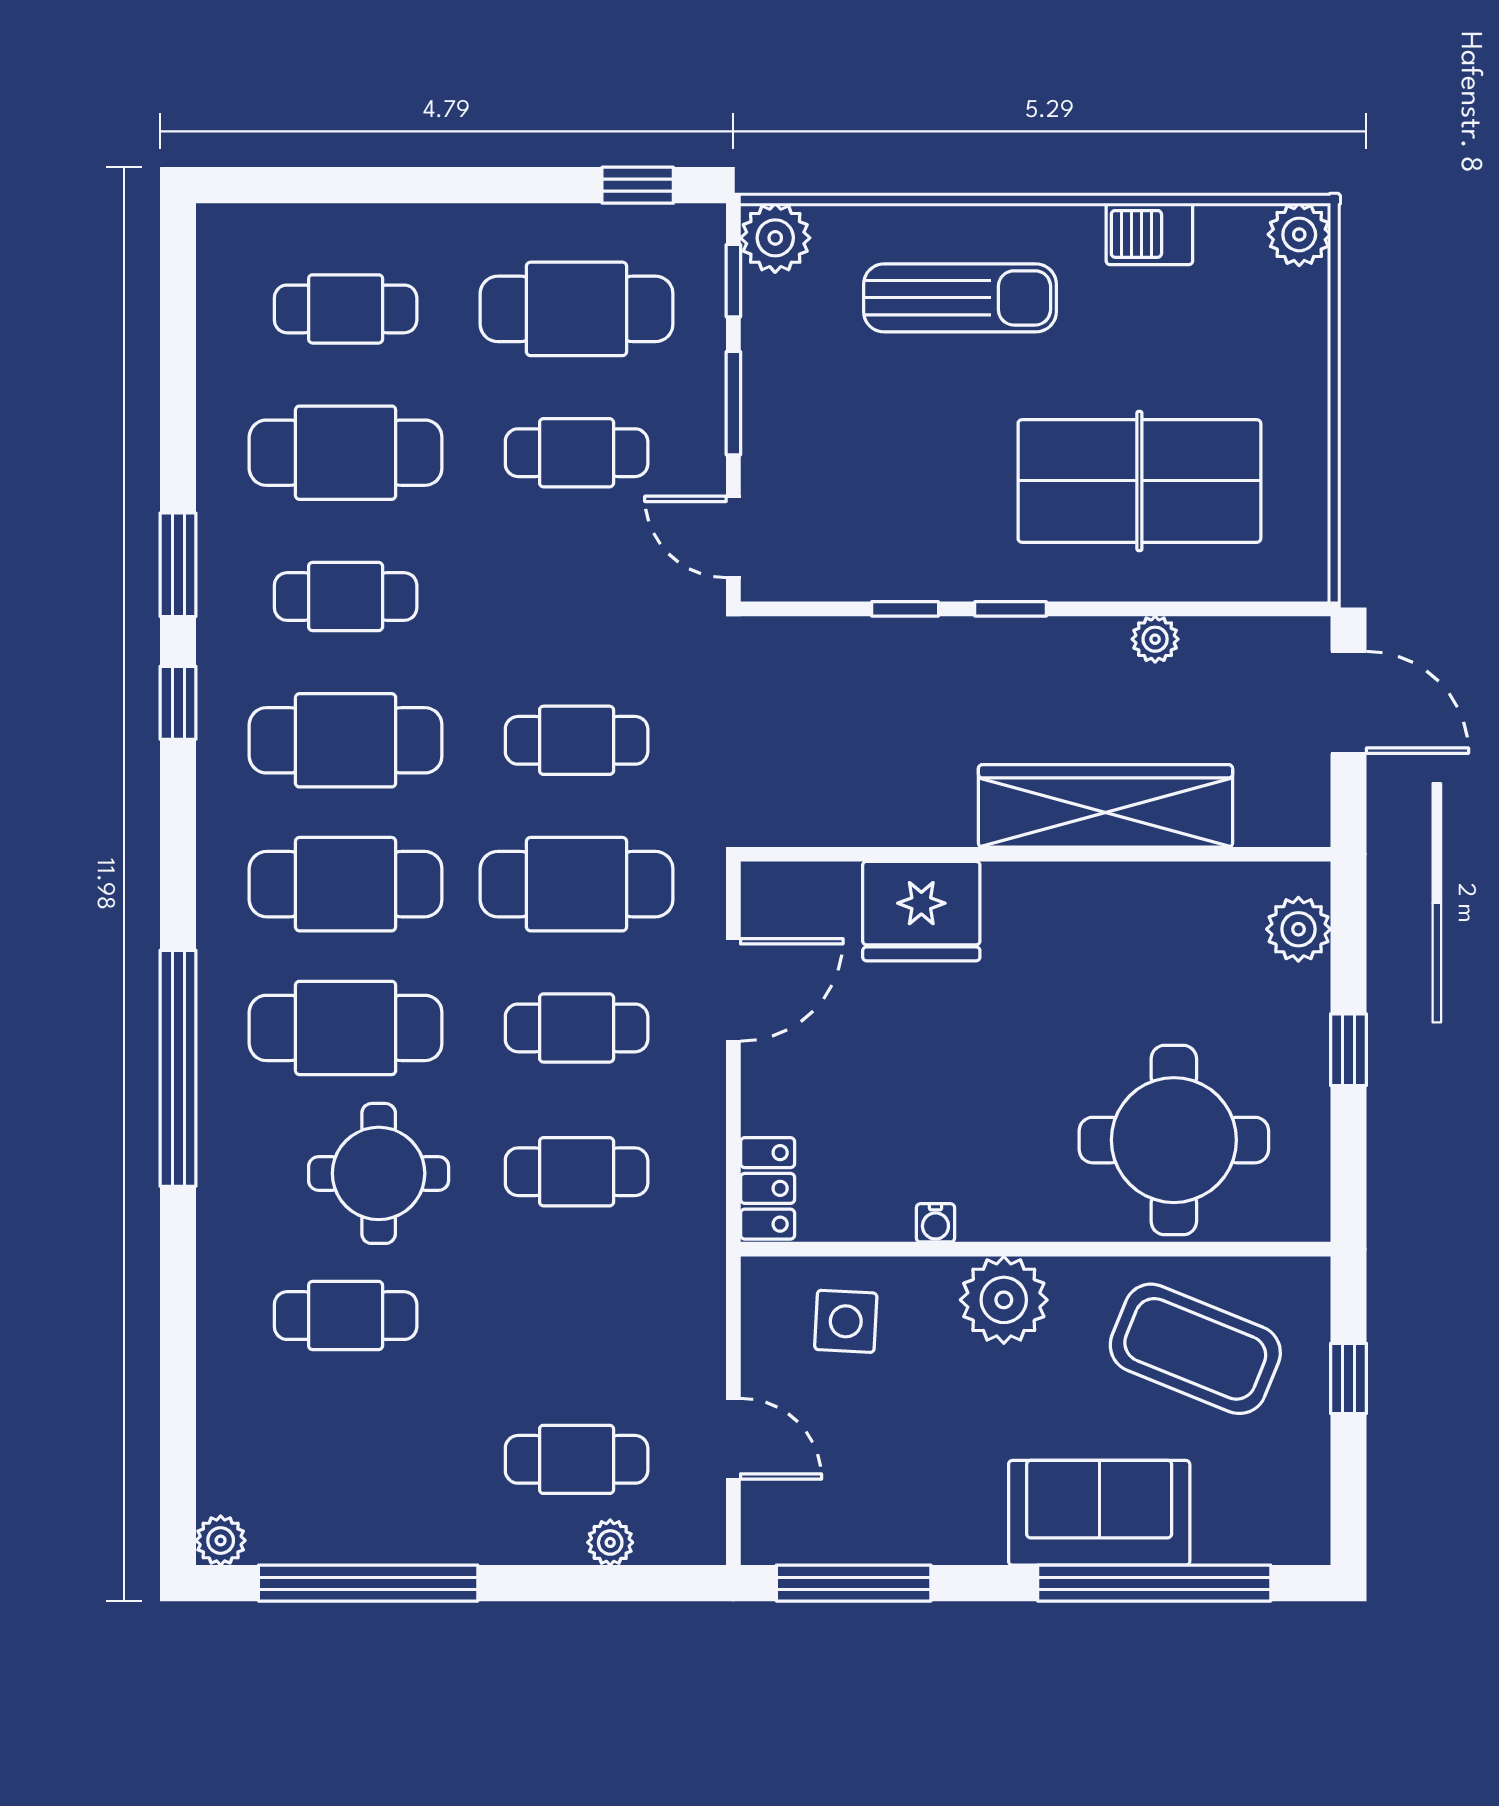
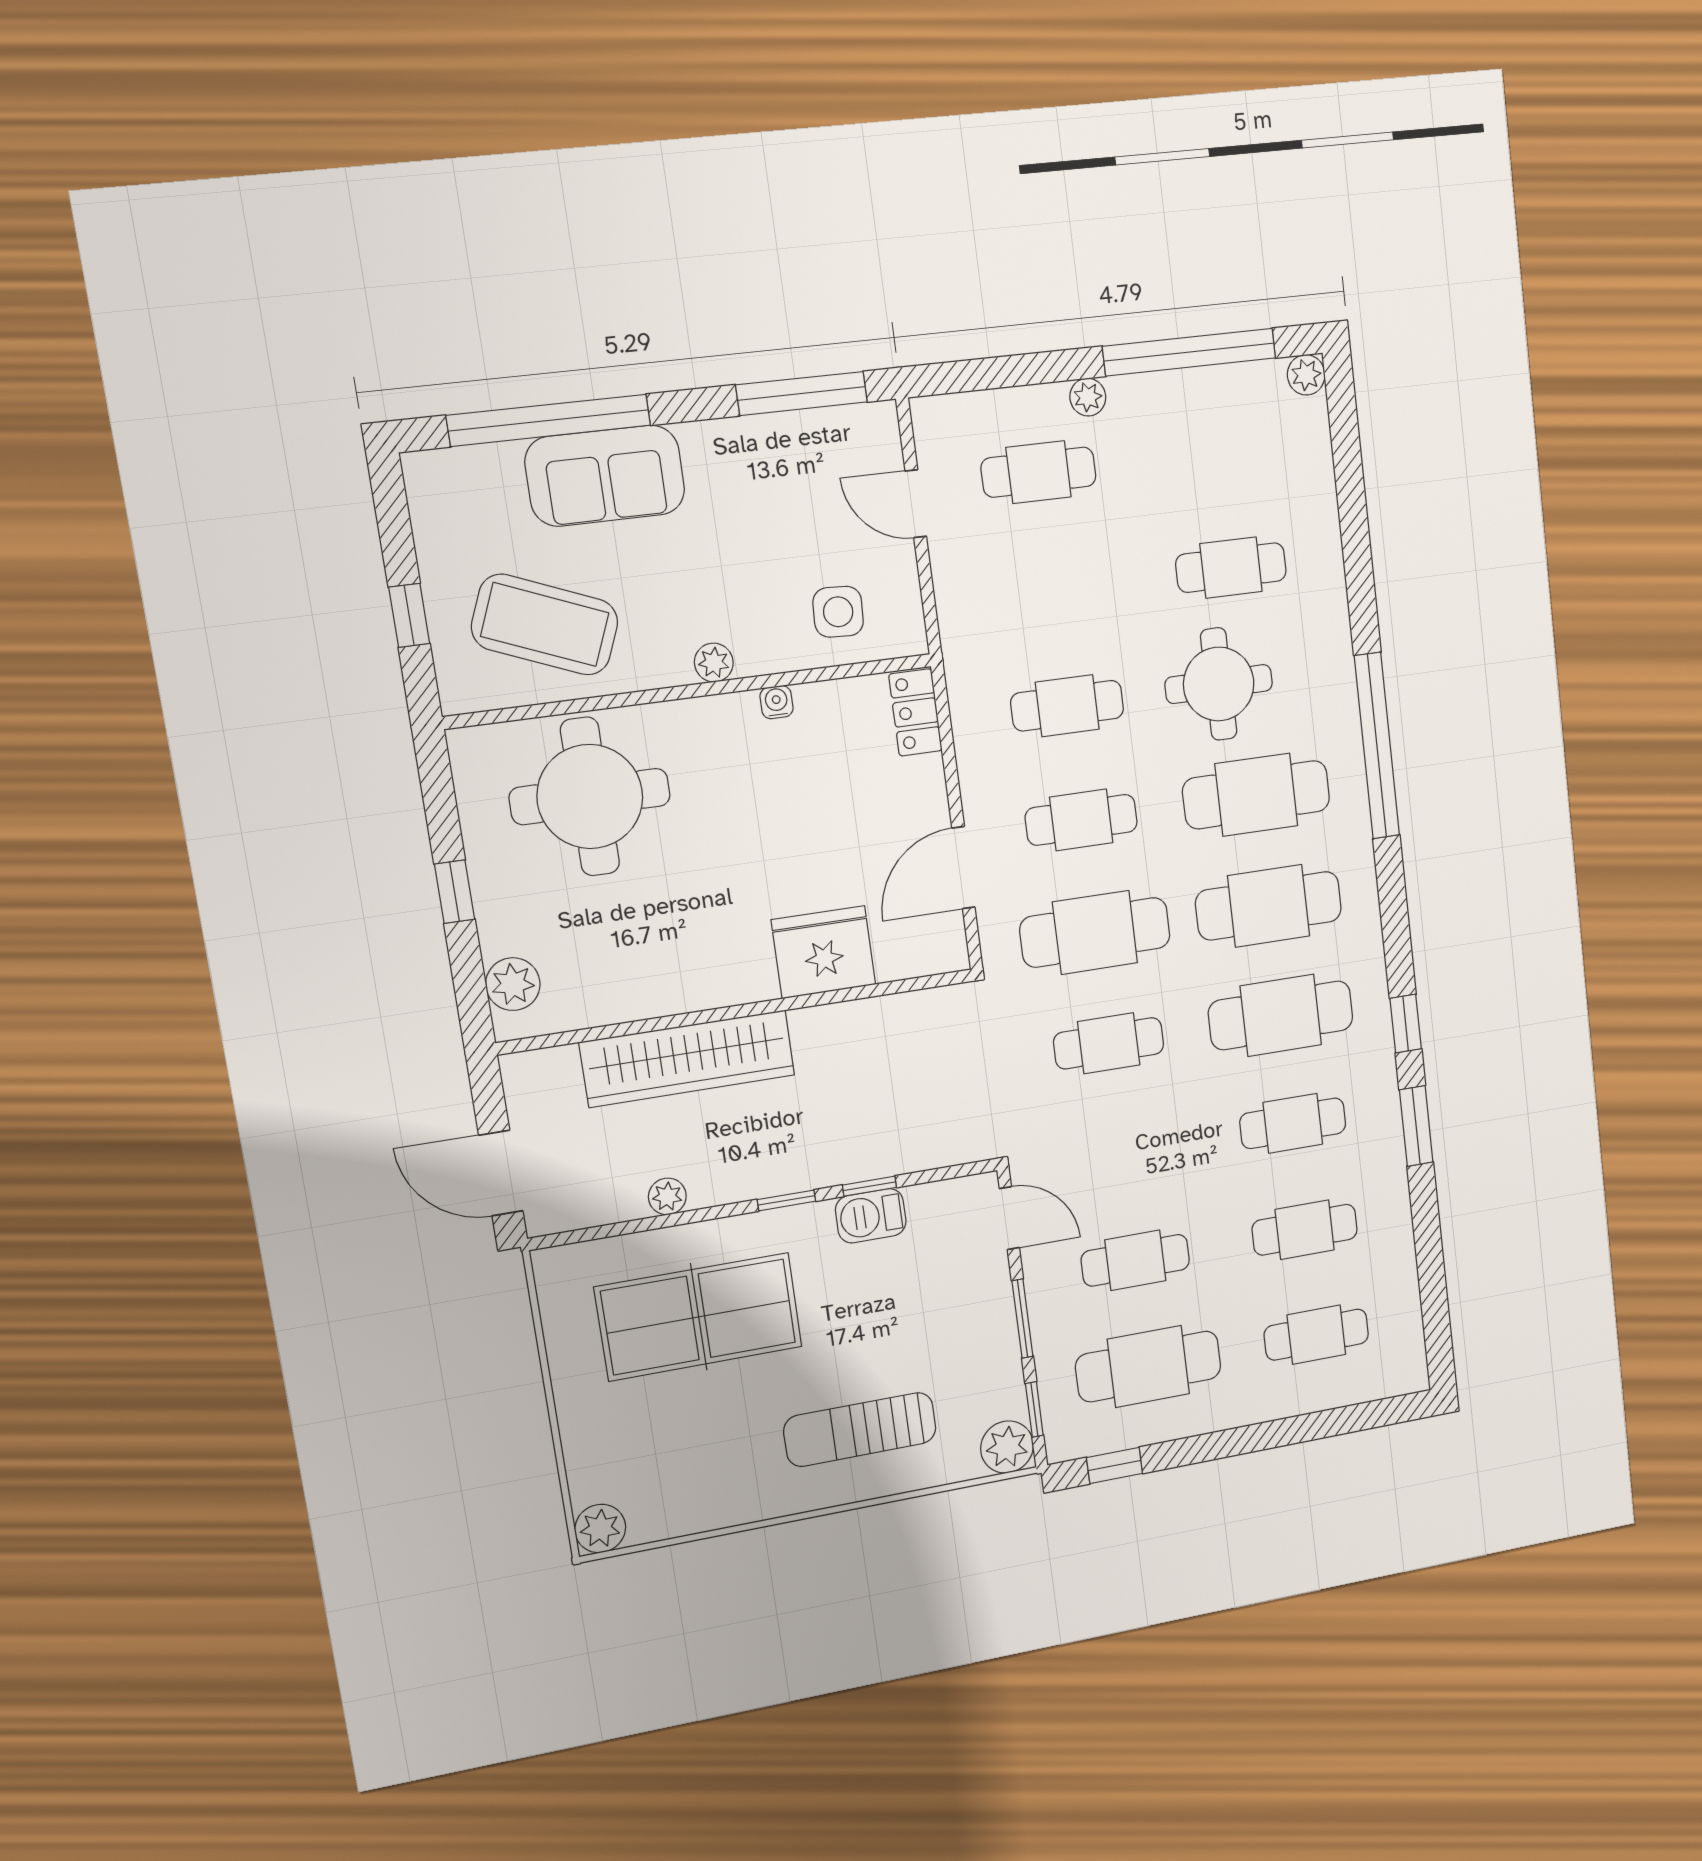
barbecue: (1149, 234) -> (871, 1216), moved, turned 180
cafe table: (346, 453) -> (1305, 1230), width x0.73, depth x0.74
plant: (1004, 1300) -> (714, 663), width x0.53, depth x0.53
plant: (610, 1542) -> (1088, 397), moved

